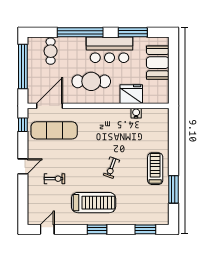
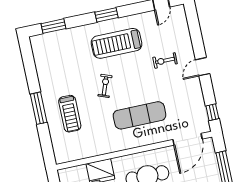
water cooler: (136, 113) -> (91, 152), removed
exercise mat: (54, 130) -> (140, 115), moved
treadmill: (155, 169) -> (70, 114), moved
window: (173, 189) -> (39, 108), moved

